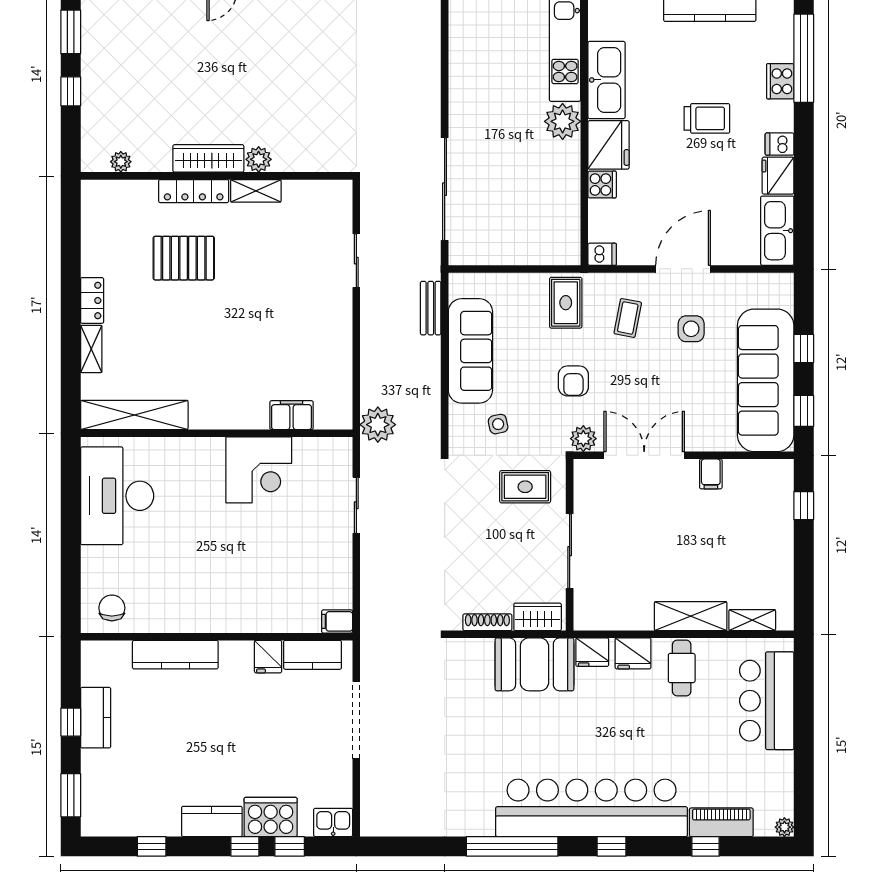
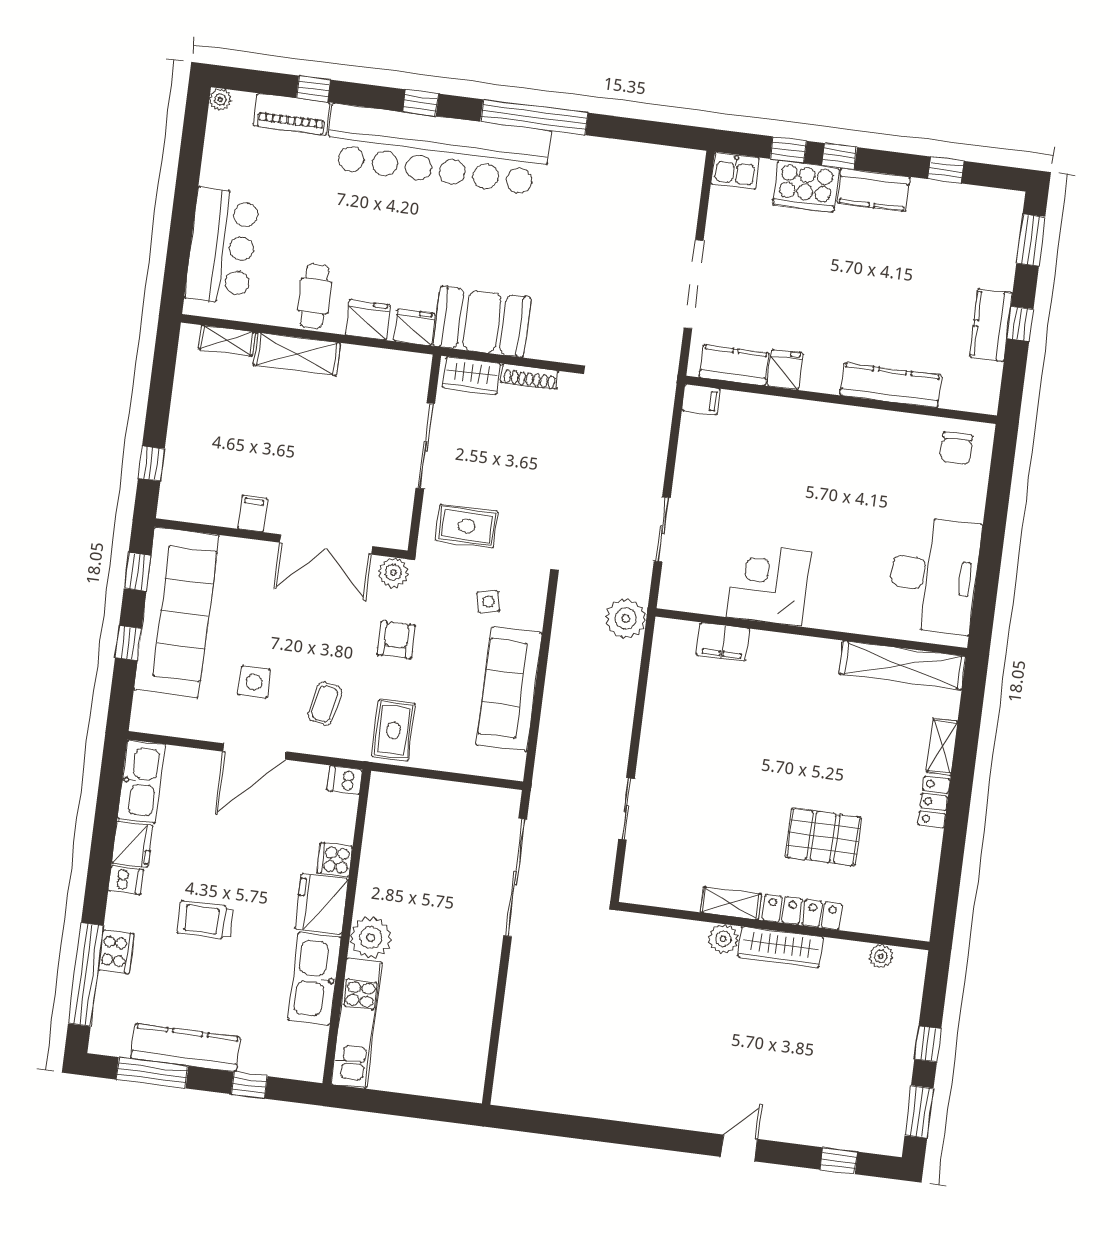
bench: (431, 308) -> (548, 744), removed

